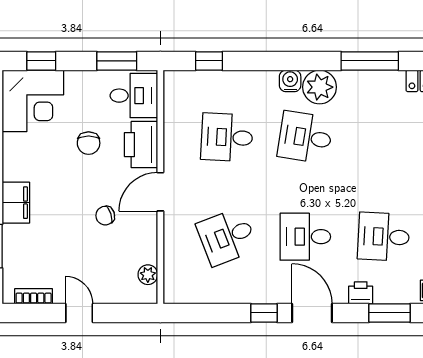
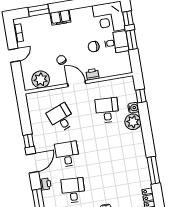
window: (117, 61) -> (132, 40), moved
water cooler: (290, 81) -> (133, 108), moved
plant: (320, 87) -> (133, 122), moved
desk: (134, 96) -> (116, 42), moved, turned -90
desk: (305, 137) -> (113, 146), removed
printer: (141, 145) -> (92, 74), width x0.53, depth x0.68
plant: (148, 275) -> (41, 80), width x1.88, depth x1.88

